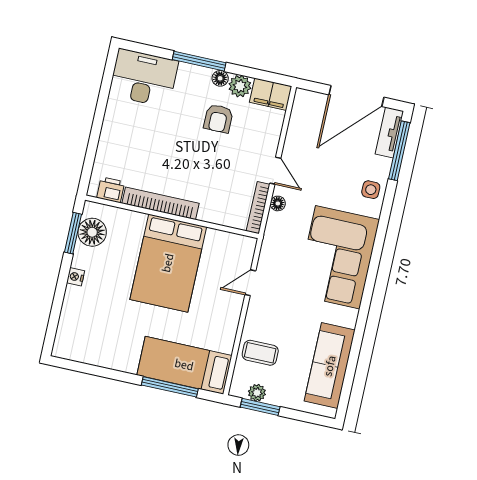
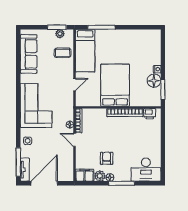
floor lamp: (92, 232) -> (154, 81), moved
bed: (184, 365) -> (85, 51), moved, turned 90

